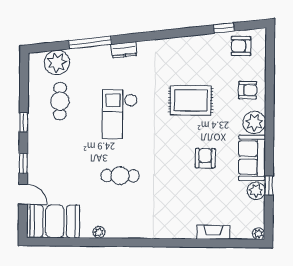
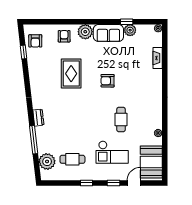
checkout: (120, 114) -> (112, 152), moved
armchair: (205, 158) -> (108, 81), moved

